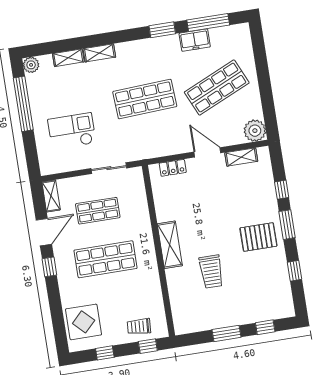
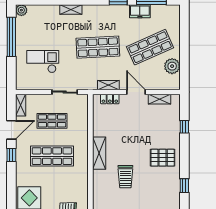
shelving: (68, 58) -> (108, 85), moved
plant: (255, 131) -> (172, 66), moved
window: (287, 225) -> (184, 152), removed

